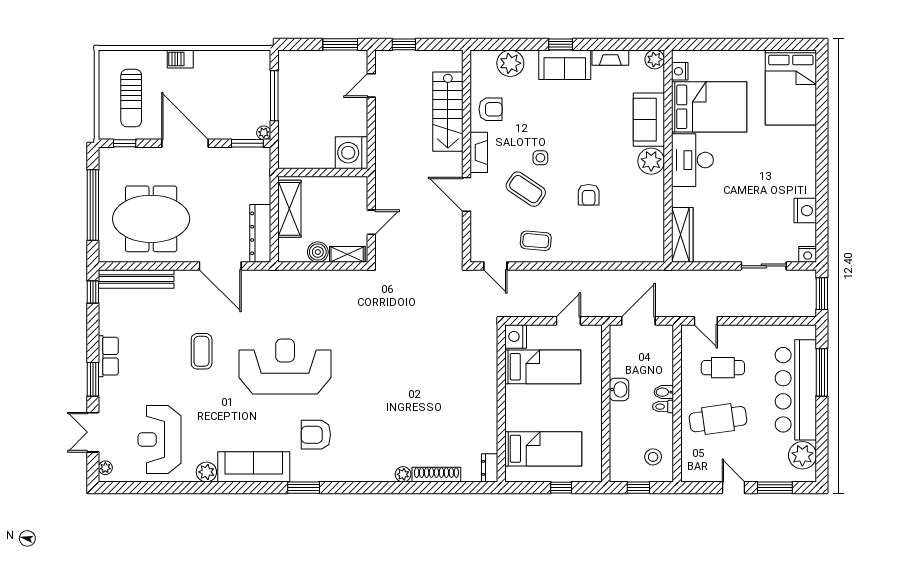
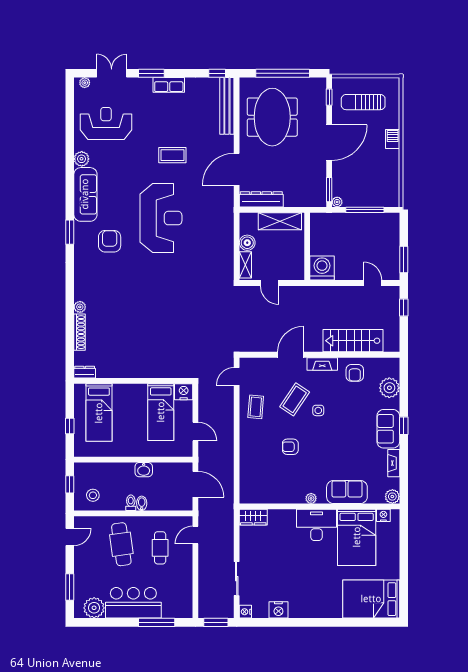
plant: (651, 161) -> (311, 498), width x0.53, depth x0.53
wardrobe: (682, 235) -> (253, 517), width x0.67
bar counter: (796, 390) -> (133, 603), width x0.73
door: (733, 488) -> (70, 537), moved

